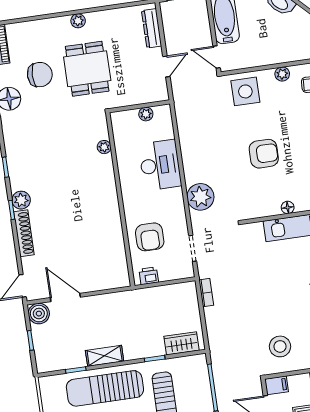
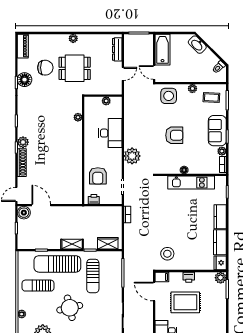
dining table: (87, 69) -> (75, 68), turned 90
shelving: (105, 356) -> (72, 244), moved

